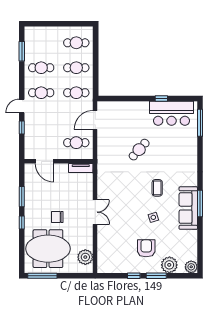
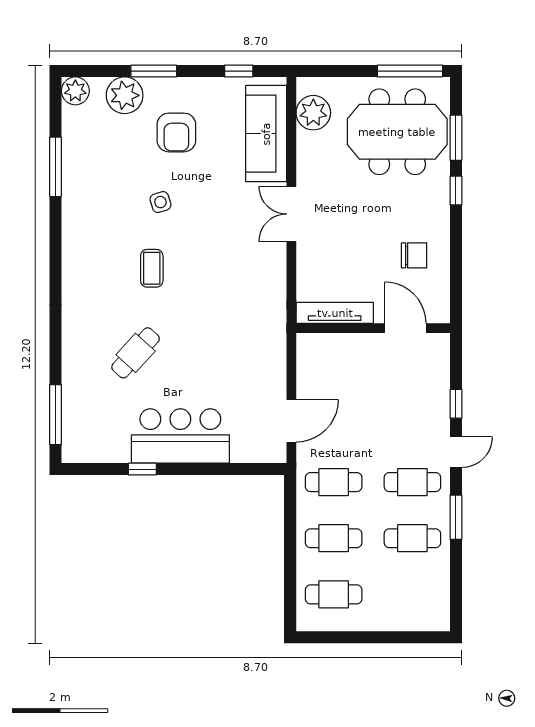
window: (22, 51) -> (456, 517), moved
bar counter: (172, 113) -> (180, 436), moved
cafe table: (76, 143) -> (334, 370), removed
cafe table: (139, 150) -> (136, 353), moved
tv unit: (81, 168) -> (335, 313), width x1.41
window: (22, 197) -> (456, 138), moved
window: (200, 203) -> (56, 167), moved
sofa: (188, 208) -> (266, 134), moved, turned 180
chair: (57, 217) -> (414, 255), moved
window: (134, 276) -> (239, 71), moved

